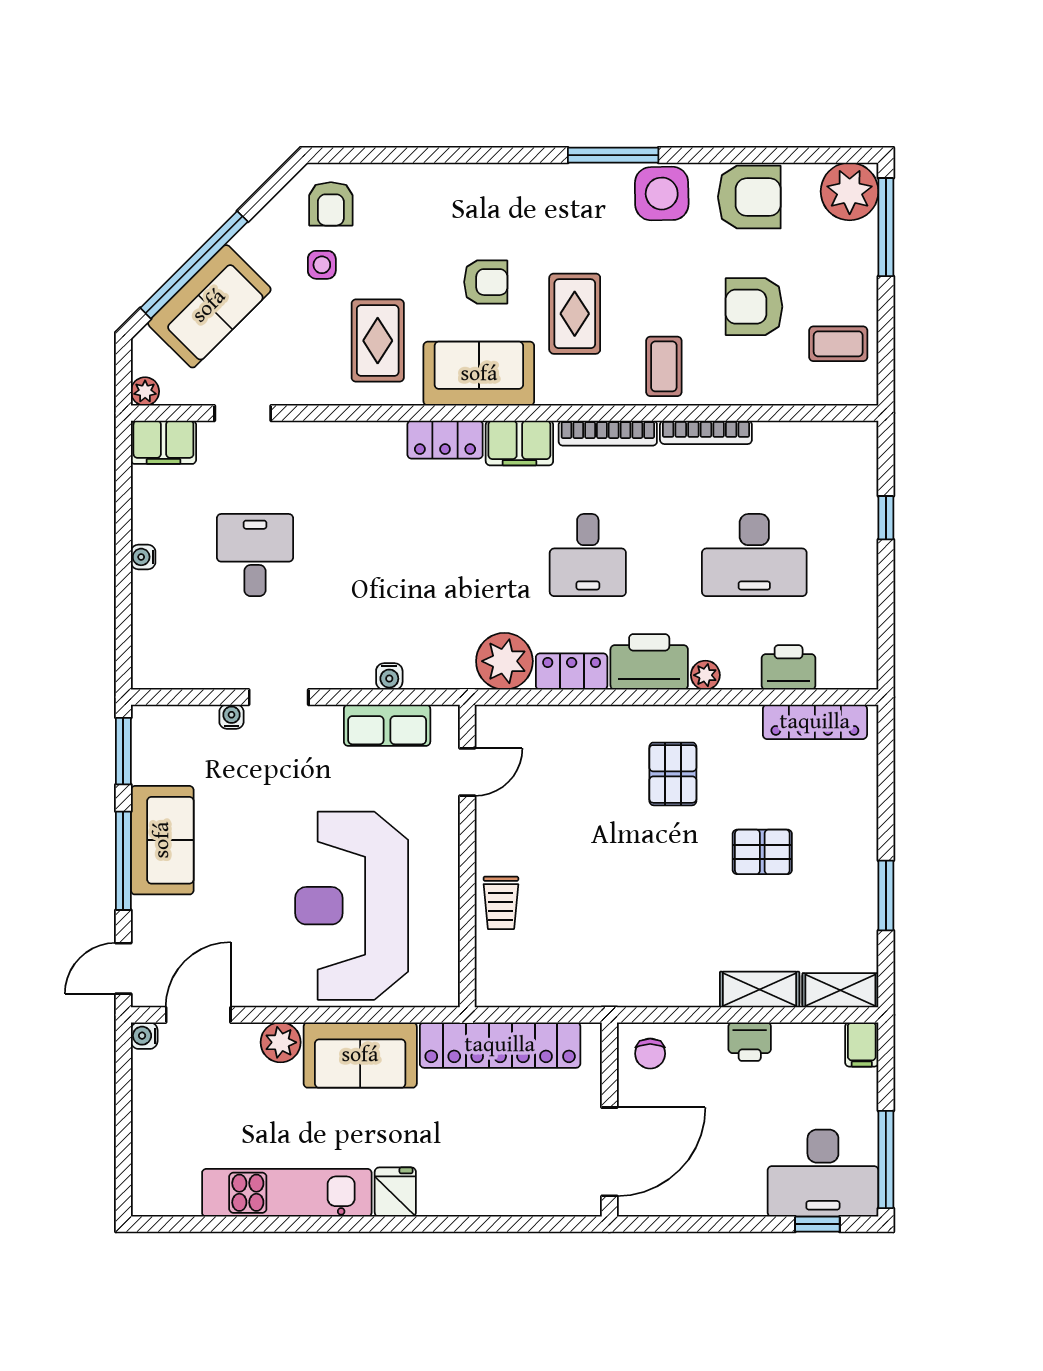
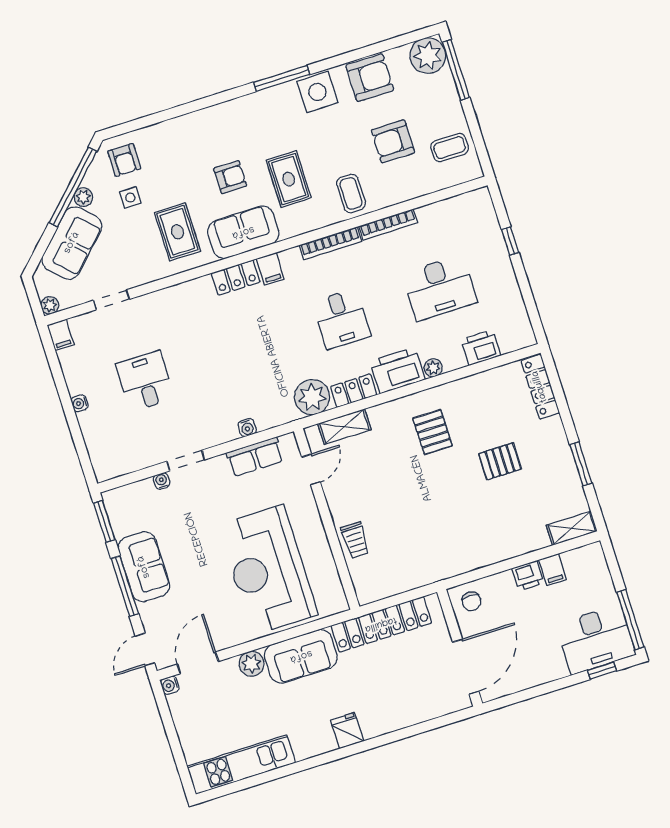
plant: (250, 241) -> (83, 197), added
window: (194, 265) -> (73, 187), moved
filing cabinet: (163, 442) -> (61, 335), width x0.50
filing cabinet: (519, 443) -> (270, 269), width x0.50
locker: (815, 722) -> (540, 387), moved, turned 90
shelving: (760, 989) -> (344, 427), moved
filing cabinet: (862, 1044) -> (553, 570), moved
kitchen unit: (287, 1193) -> (241, 765), moved

